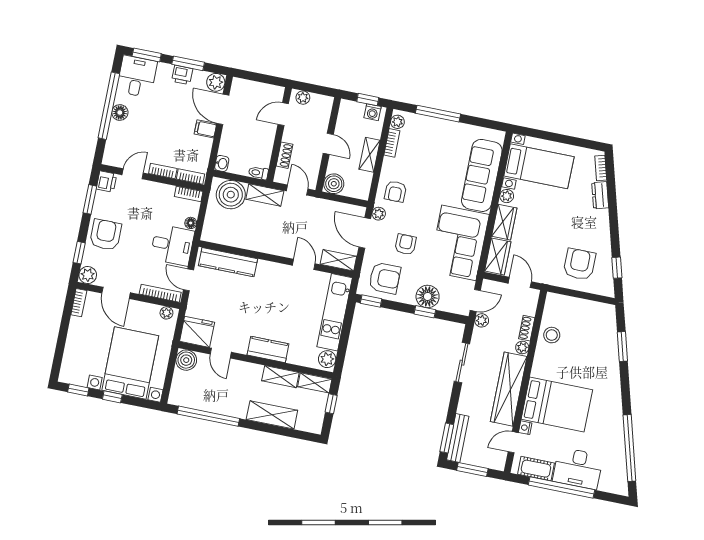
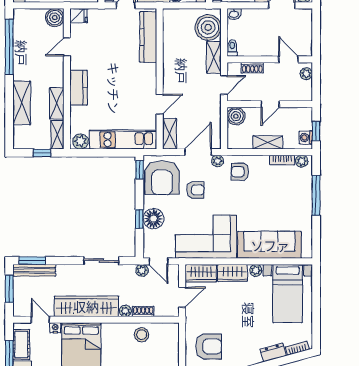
armchair: (385, 278) -> (162, 178), width x1.36, depth x1.36
fridge: (197, 332) -> (79, 16), width x0.53, depth x0.75

